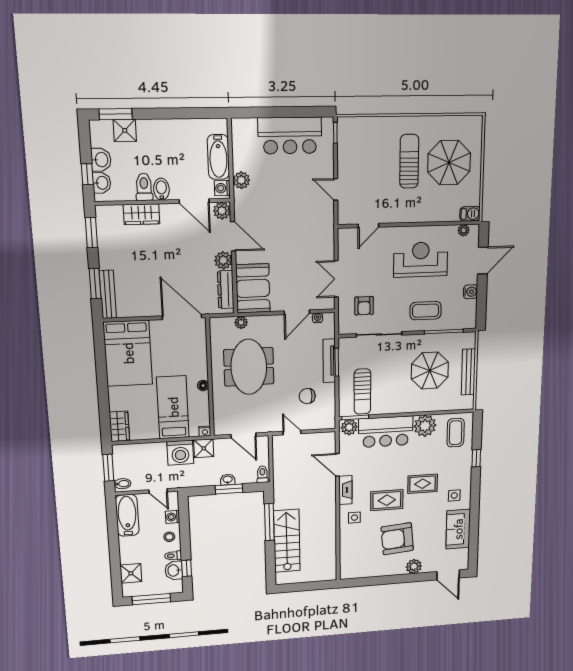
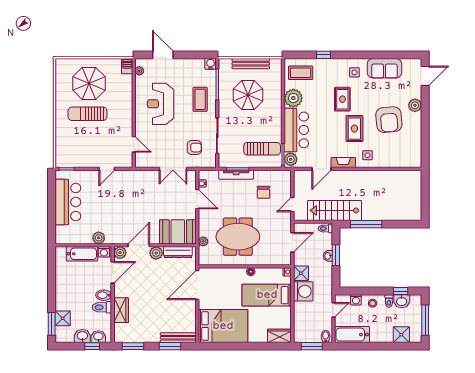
water cooler: (470, 292) -> (210, 64), moved
stairs: (287, 541) -> (335, 210), moved

